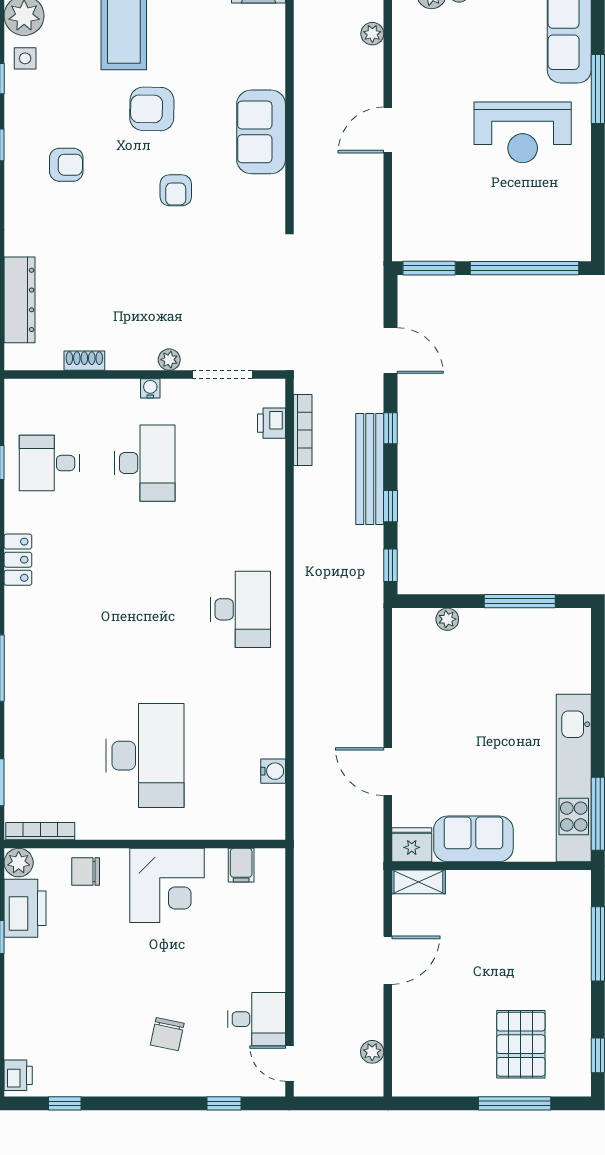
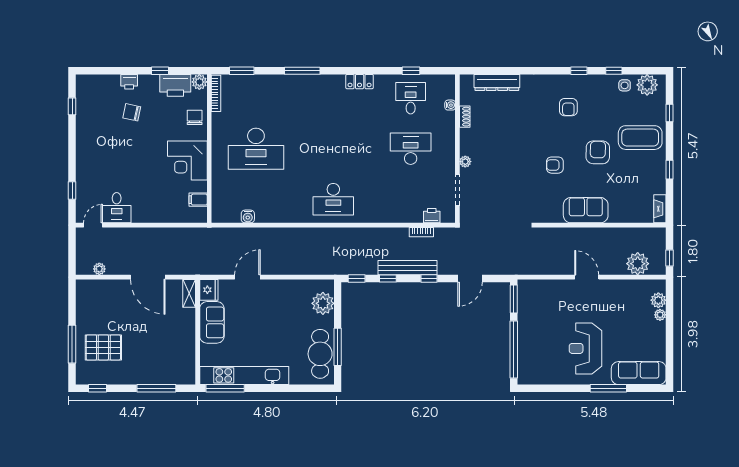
plant: (372, 34) -> (638, 264), width x1.87, depth x1.87
water cooler: (150, 388) -> (450, 105), moved
bookcase: (303, 430) -> (421, 232), width x0.64
desk: (145, 463) -> (411, 149), turned 180
plant: (447, 619) -> (323, 303), width x1.88, depth x1.88
cafe table: (533, 634) -> (320, 354), added
door: (388, 960) -> (148, 277), width x1.36
chair: (167, 1034) -> (132, 112), moved
printer: (18, 1075) -> (129, 82), moved

